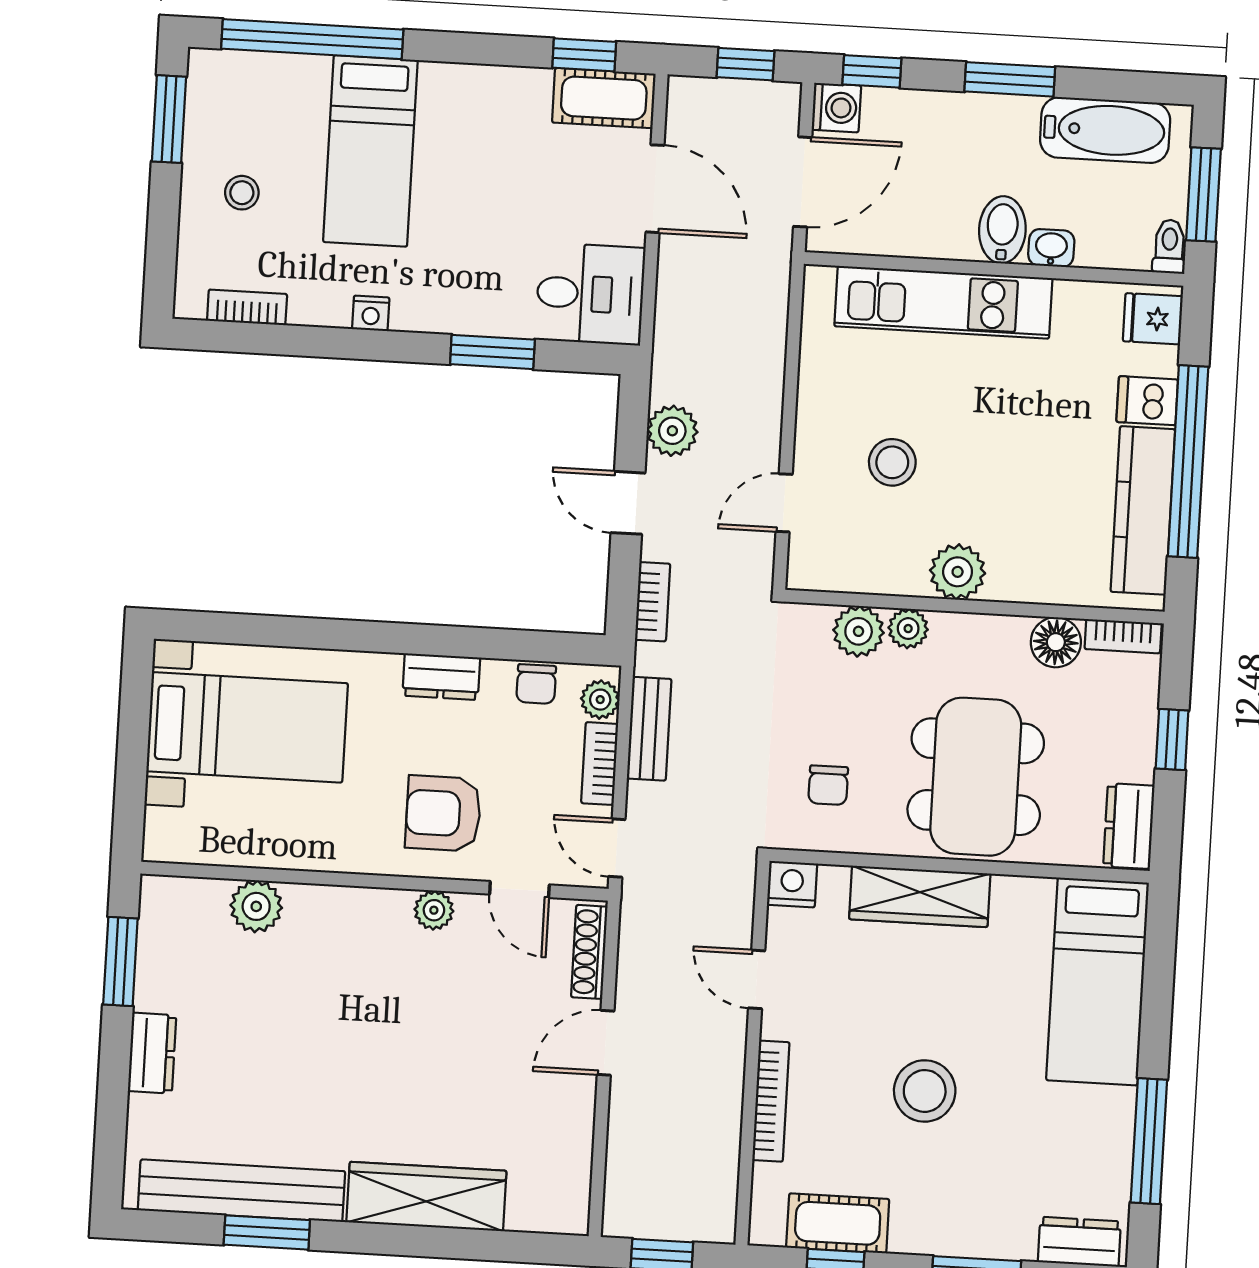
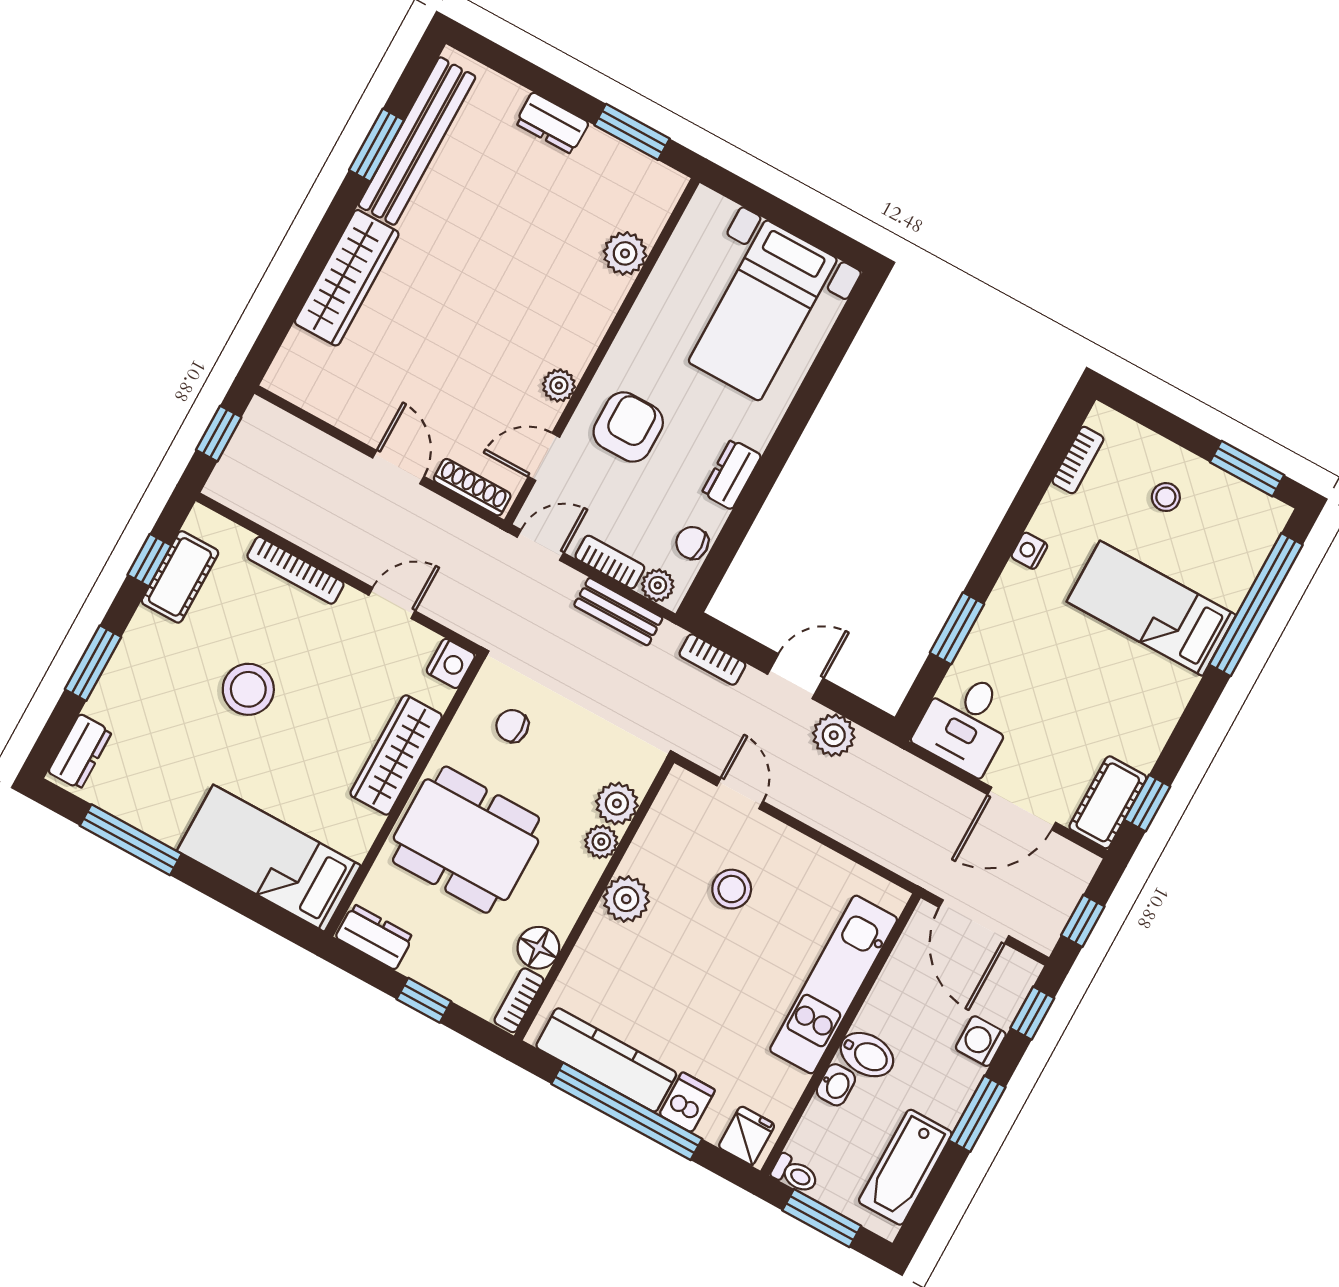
washing machine: (836, 108) -> (981, 1041), moved, turned 90

